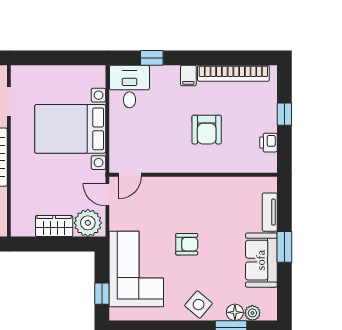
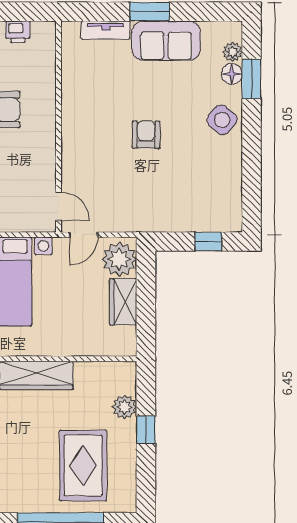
corner sofa: (136, 269) -> (177, 198), removed

